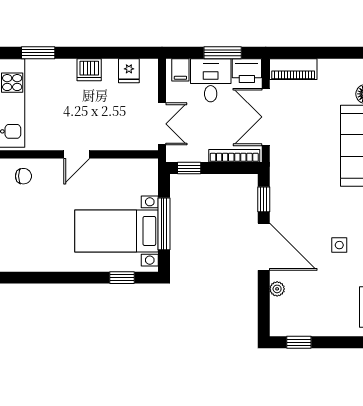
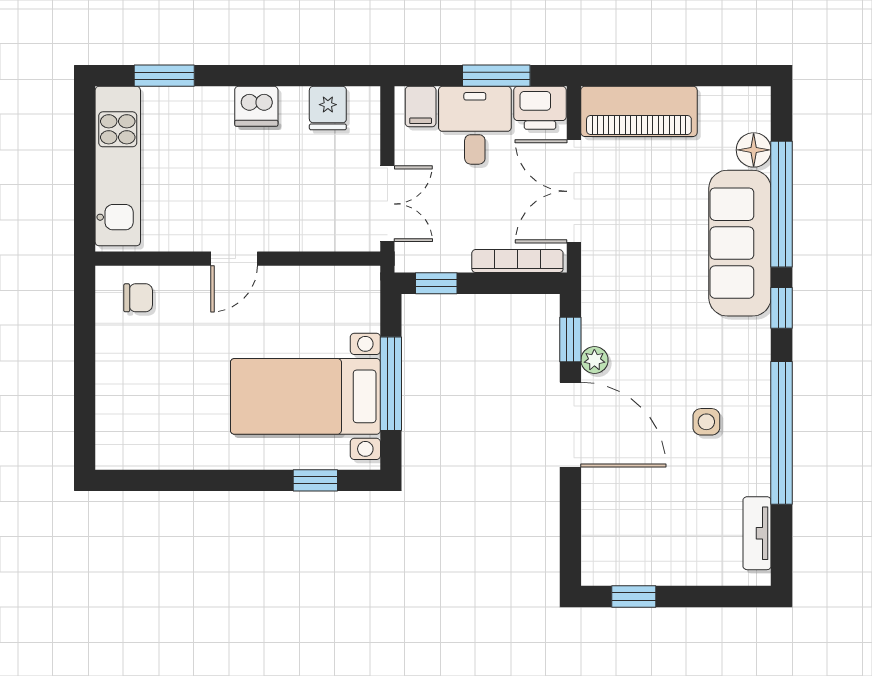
piano: (293, 69) -> (639, 111), width x1.37, depth x1.33
plant: (277, 289) -> (594, 360), moved

